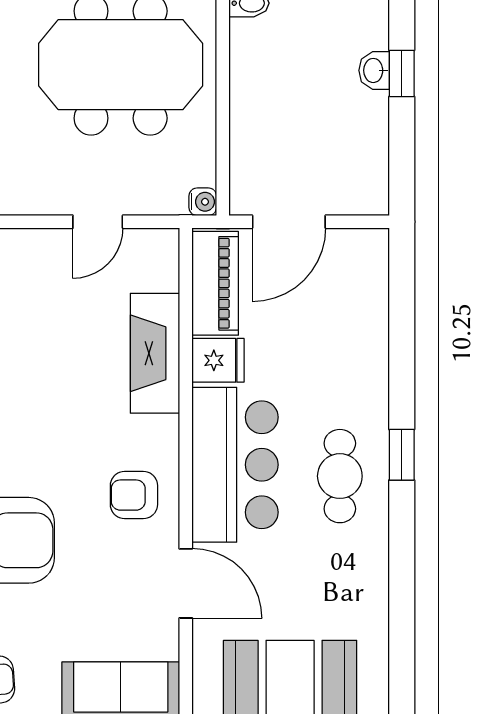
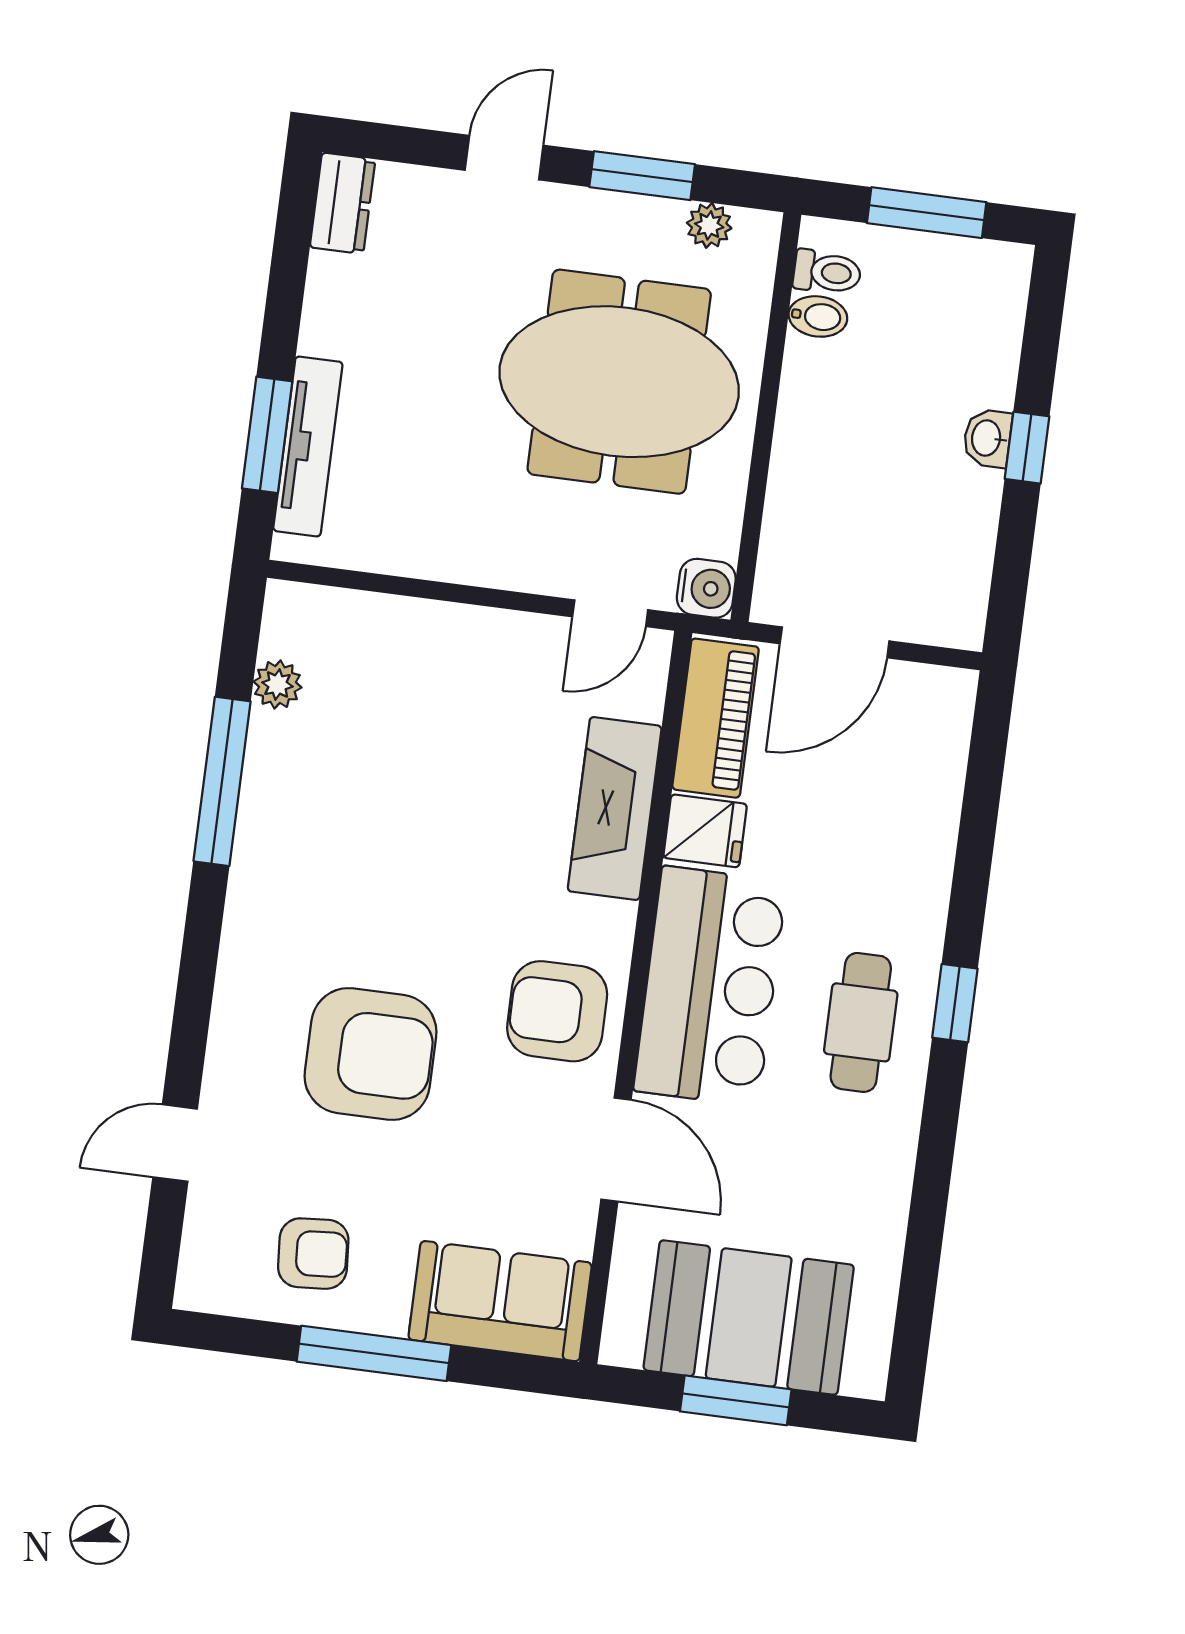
water cooler: (203, 202) -> (706, 588), width x1.38, depth x1.38
door: (98, 222) -> (610, 613), moved
armchair: (134, 495) -> (557, 1011), width x1.38, depth x1.38

